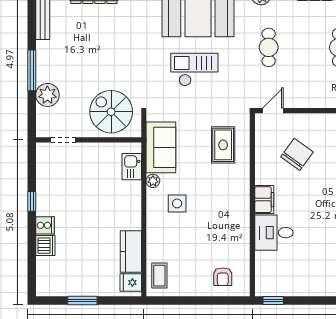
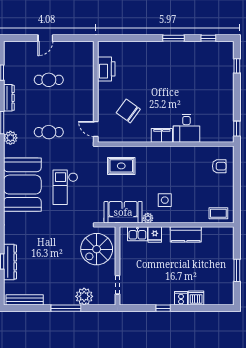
kitchen counter: (131, 252) -> (186, 234), moved
fridge: (131, 282) -> (155, 235), moved

